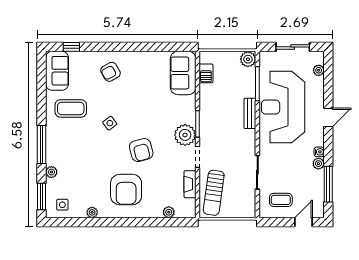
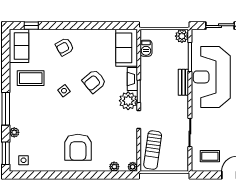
armchair: (141, 150) -> (94, 81), moved, turned 66
fireplace: (190, 184) -> (132, 79), moved
plant: (92, 212) -> (133, 167), moved

